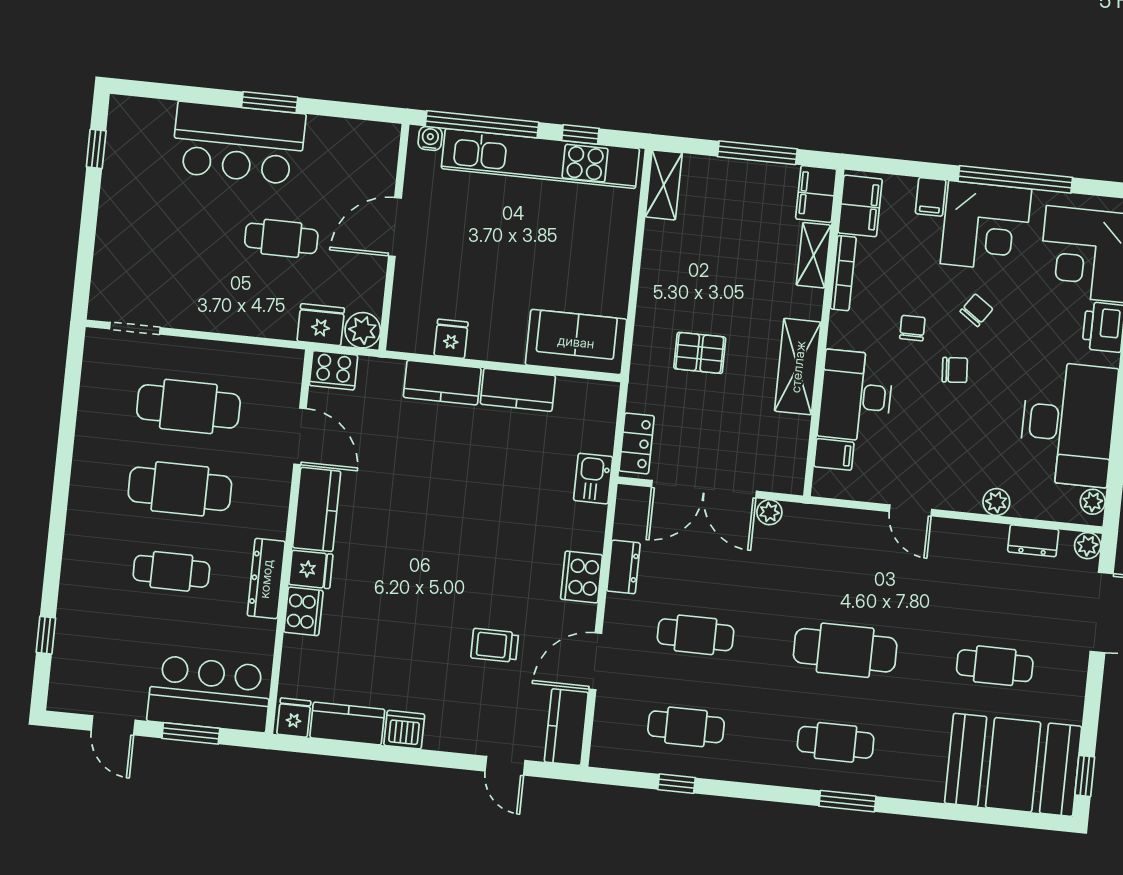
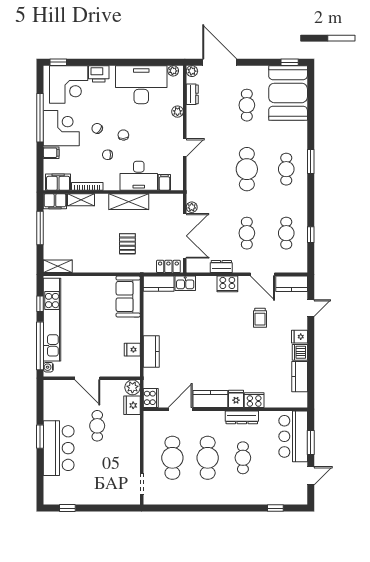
kitchen counter: (518, 390) -> (159, 284), moved, turned 90
fridge: (294, 718) -> (299, 337), moved

